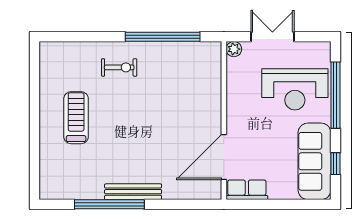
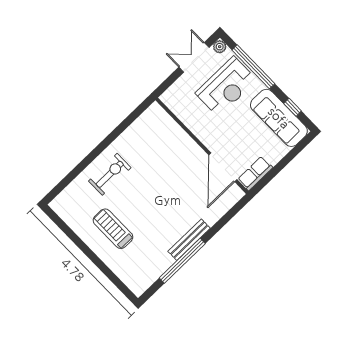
window: (163, 37) -> (118, 131), removed
double door: (272, 37) -> (194, 57), moved
plant: (234, 49) -> (220, 47), moved
exercise bike: (119, 67) -> (110, 174), width x1.38, depth x1.39

